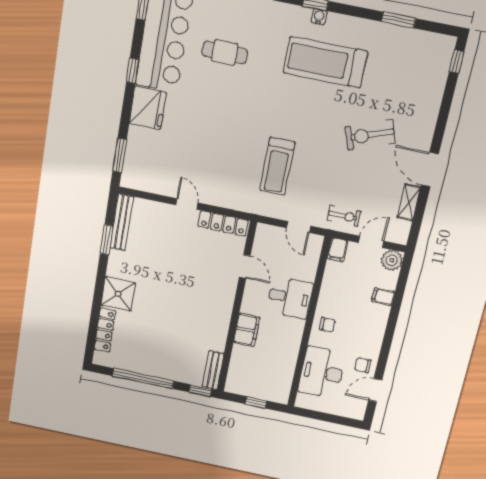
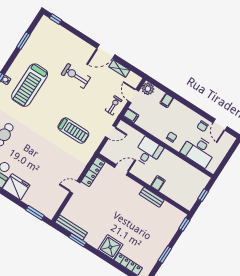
exercise bike: (370, 135) -> (76, 76), turned 110
filing cabinet: (247, 330) -> (158, 183), width x0.50
bench: (213, 370) -> (152, 197), moved
window: (143, 379) -> (165, 254), width x0.47

